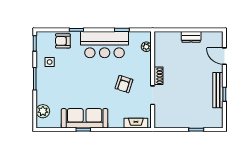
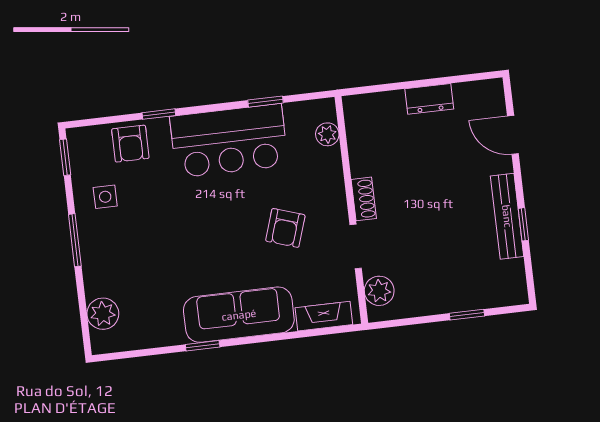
armchair: (63, 41) -> (130, 144), turned -90
plant: (160, 115) -> (379, 291), added
sofa: (85, 118) -> (239, 315), moved

